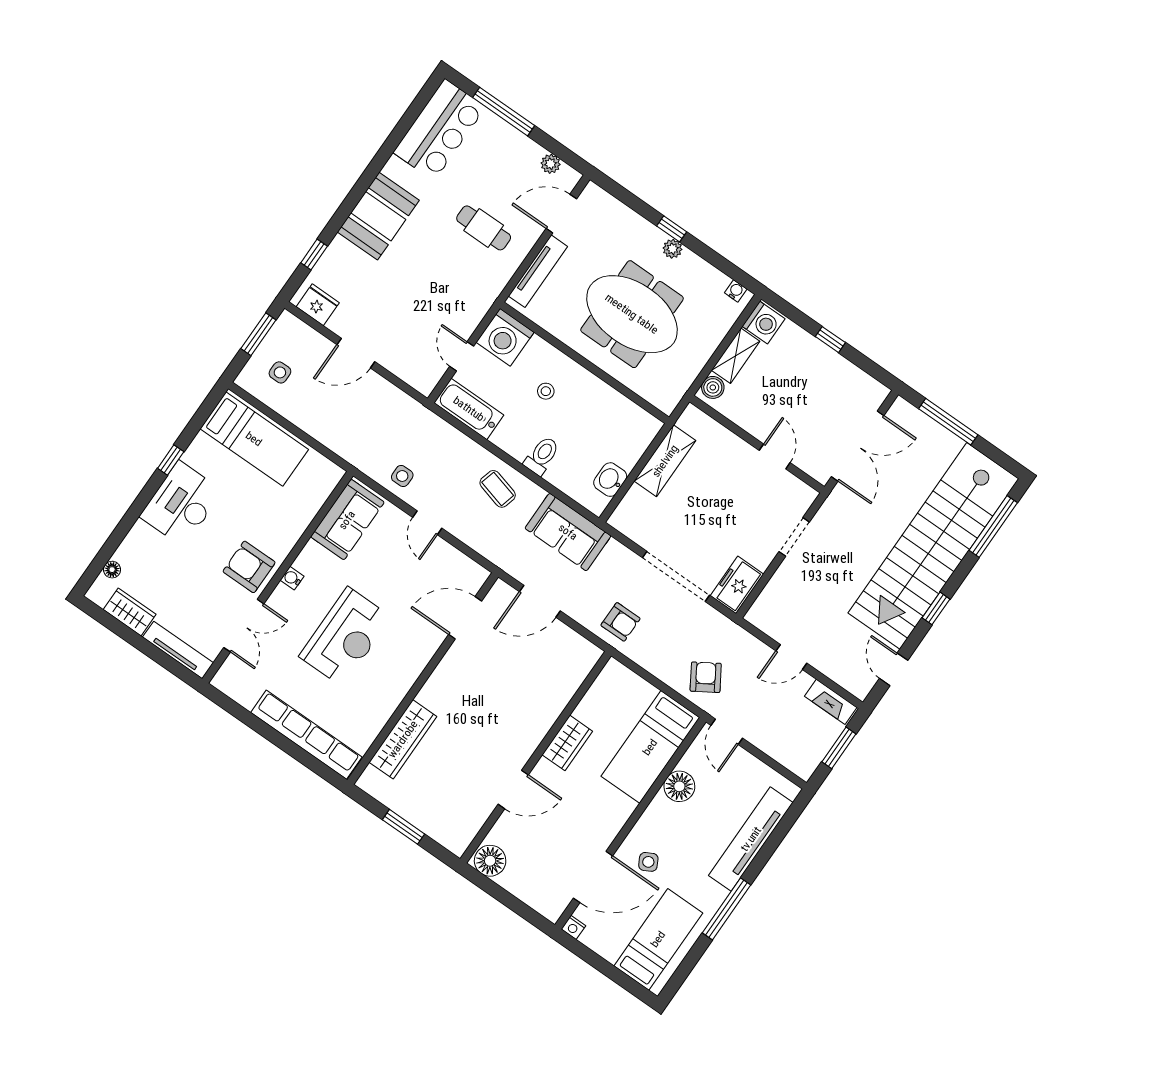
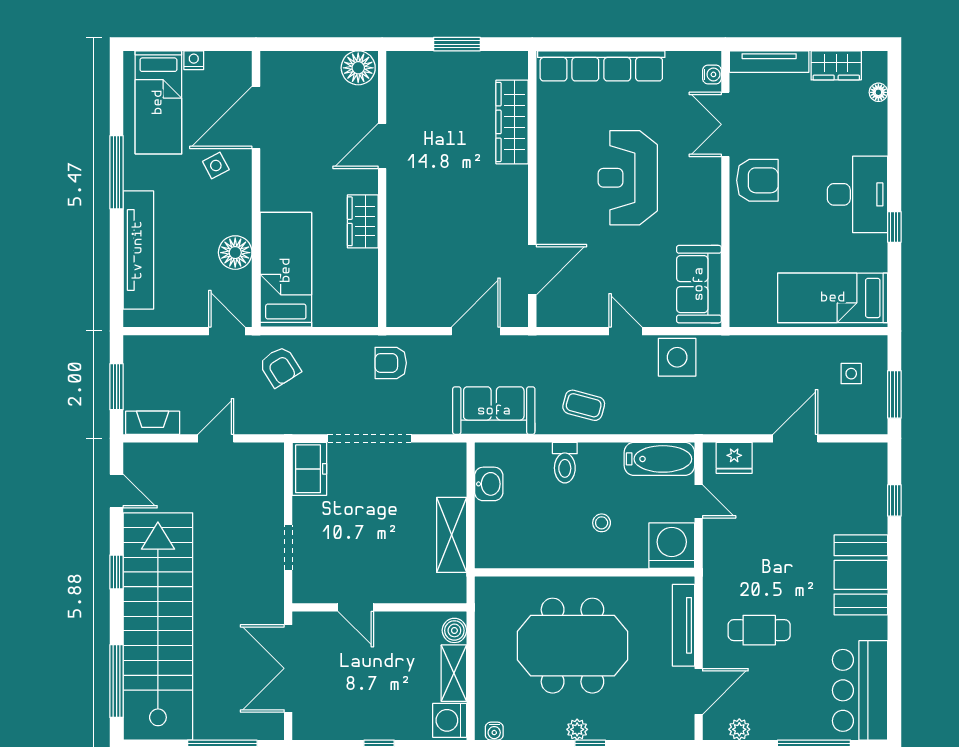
fridge: (318, 305) -> (734, 458), moved
side table: (402, 476) -> (677, 357), width x1.87, depth x1.87
water cooler: (292, 578) -> (712, 74), moved
nightstand: (573, 927) -> (194, 60), moved

